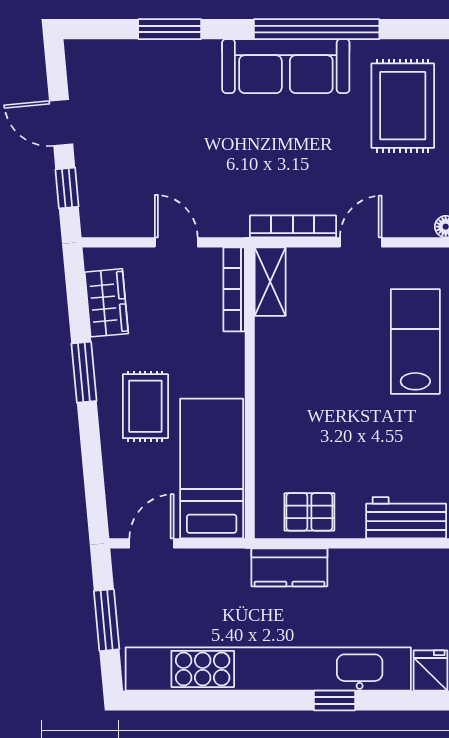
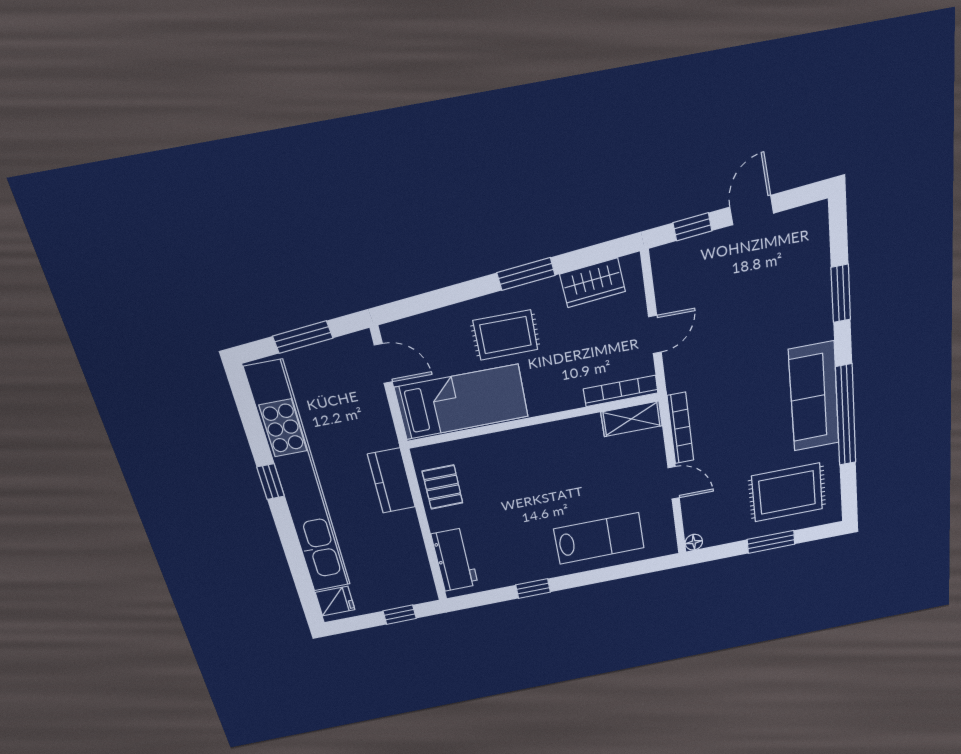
window: (335, 701) -> (271, 482), moved

